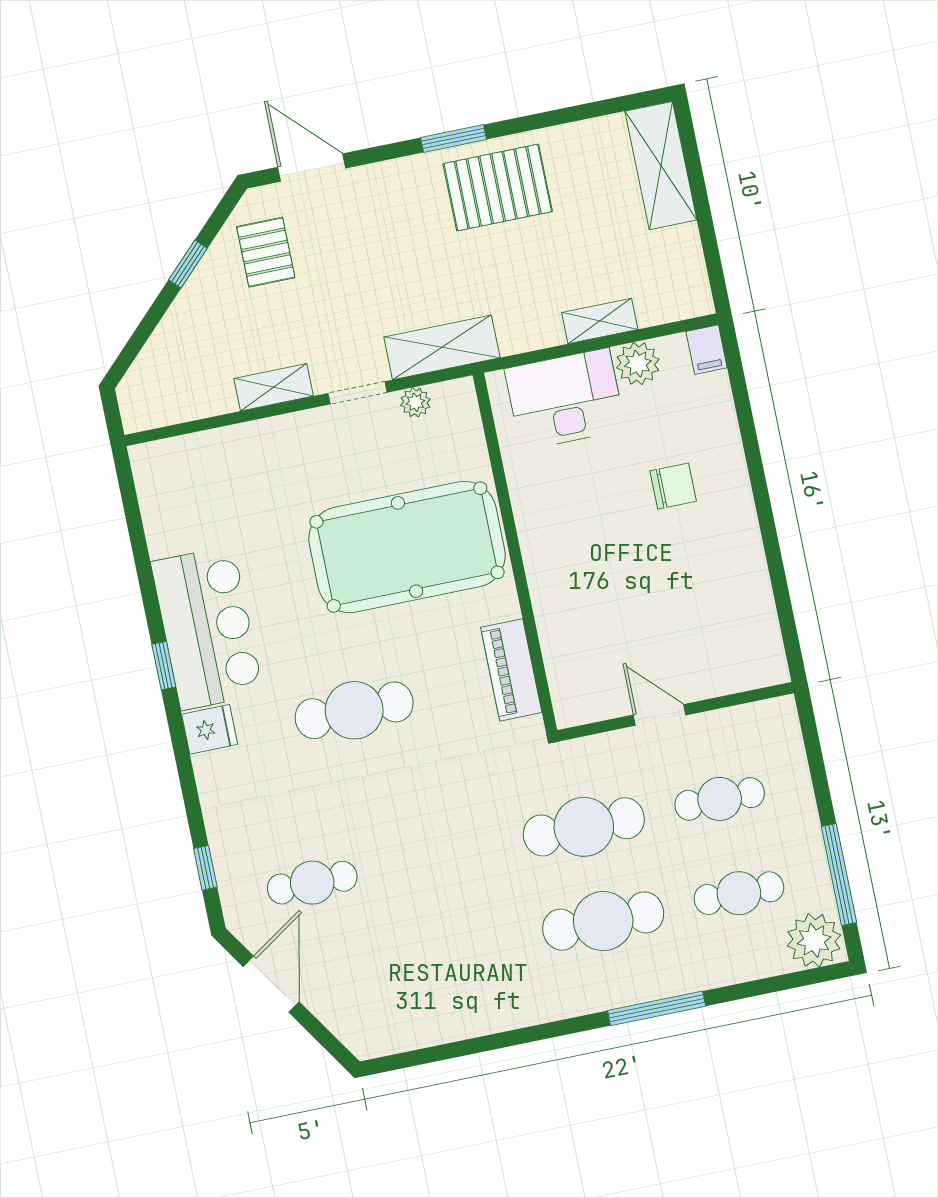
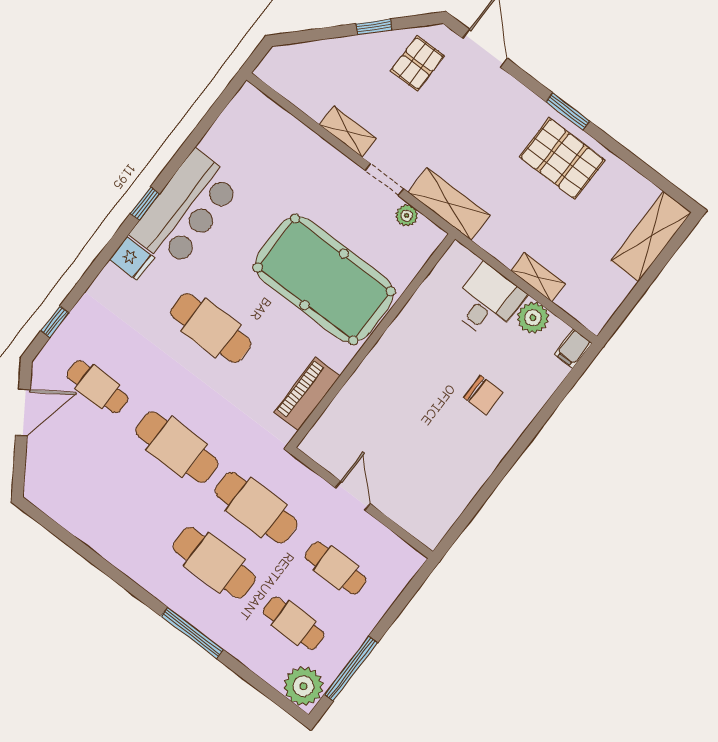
desk: (565, 399) -> (487, 301), width x0.73
cafe table: (448, 855) -> (177, 447), added

